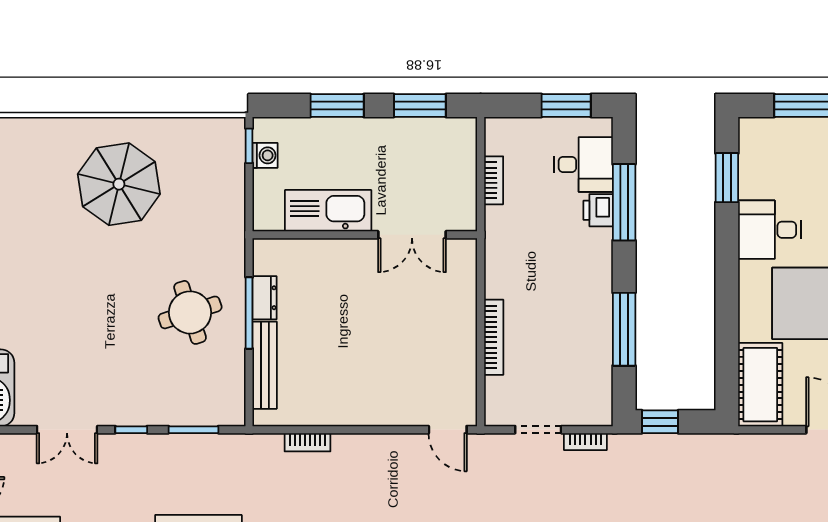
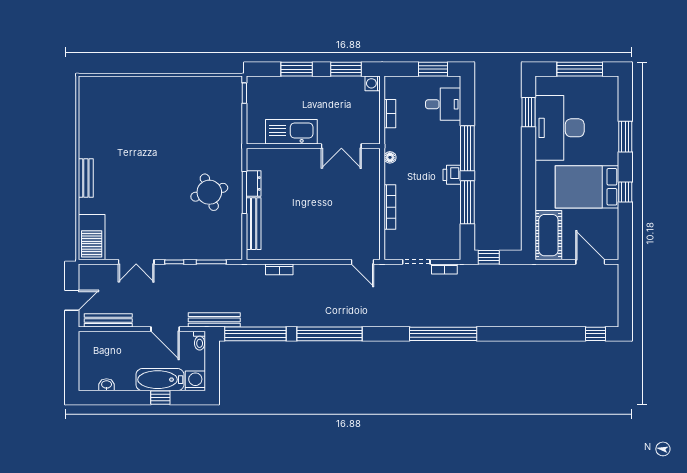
washing machine: (265, 155) -> (373, 83), moved, turned 180
parasol: (119, 184) -> (167, 116), removed
window: (624, 202) -> (467, 148), moved
printer: (598, 210) -> (452, 175), moved
desk: (770, 230) -> (560, 128), width x1.87, depth x1.30
floor lamp: (494, 254) -> (390, 157), added

